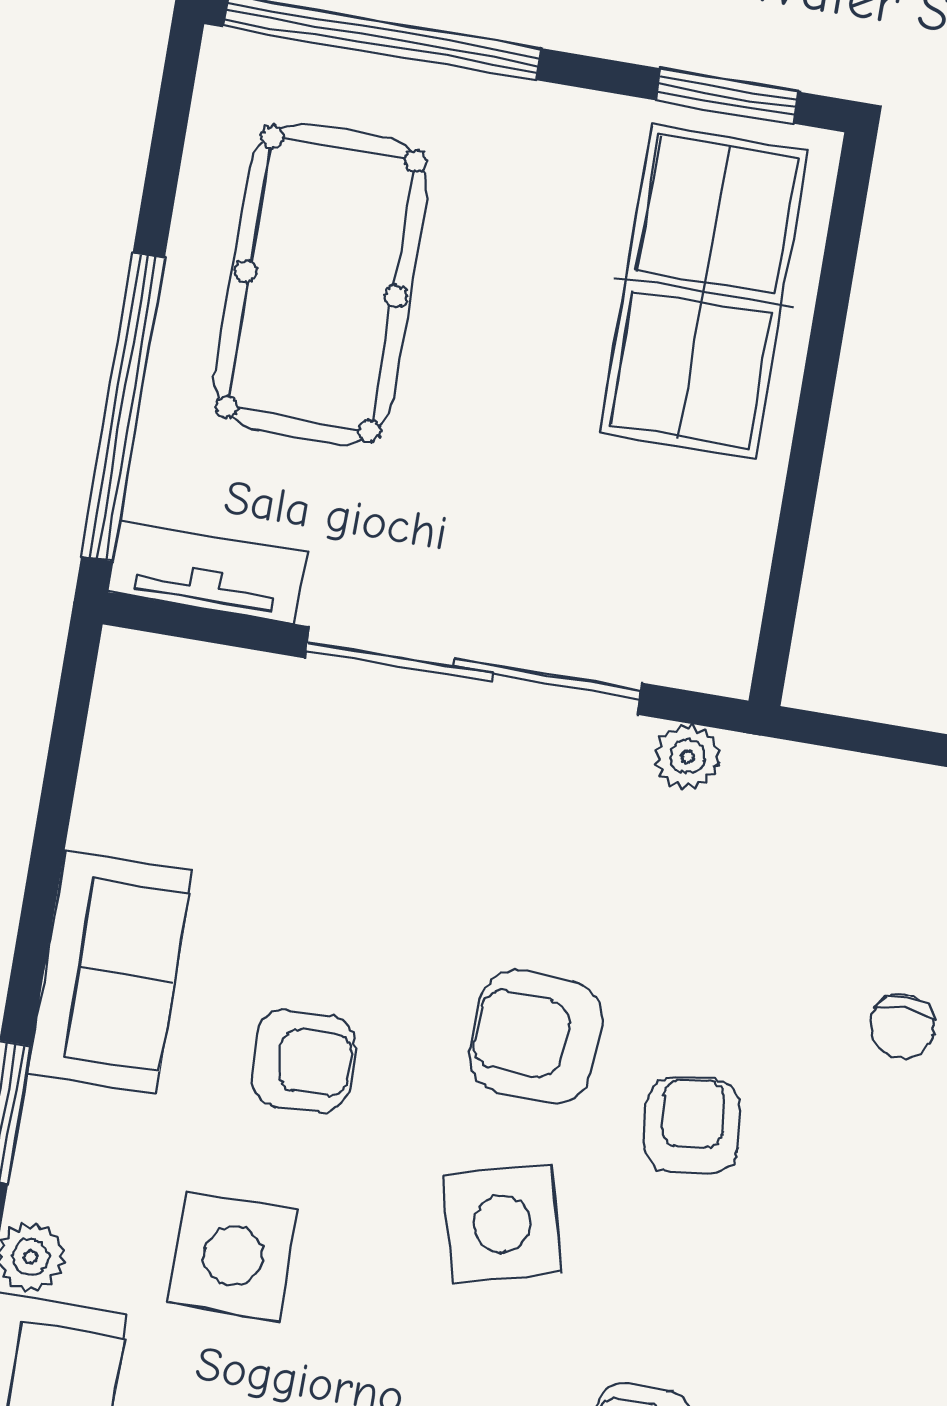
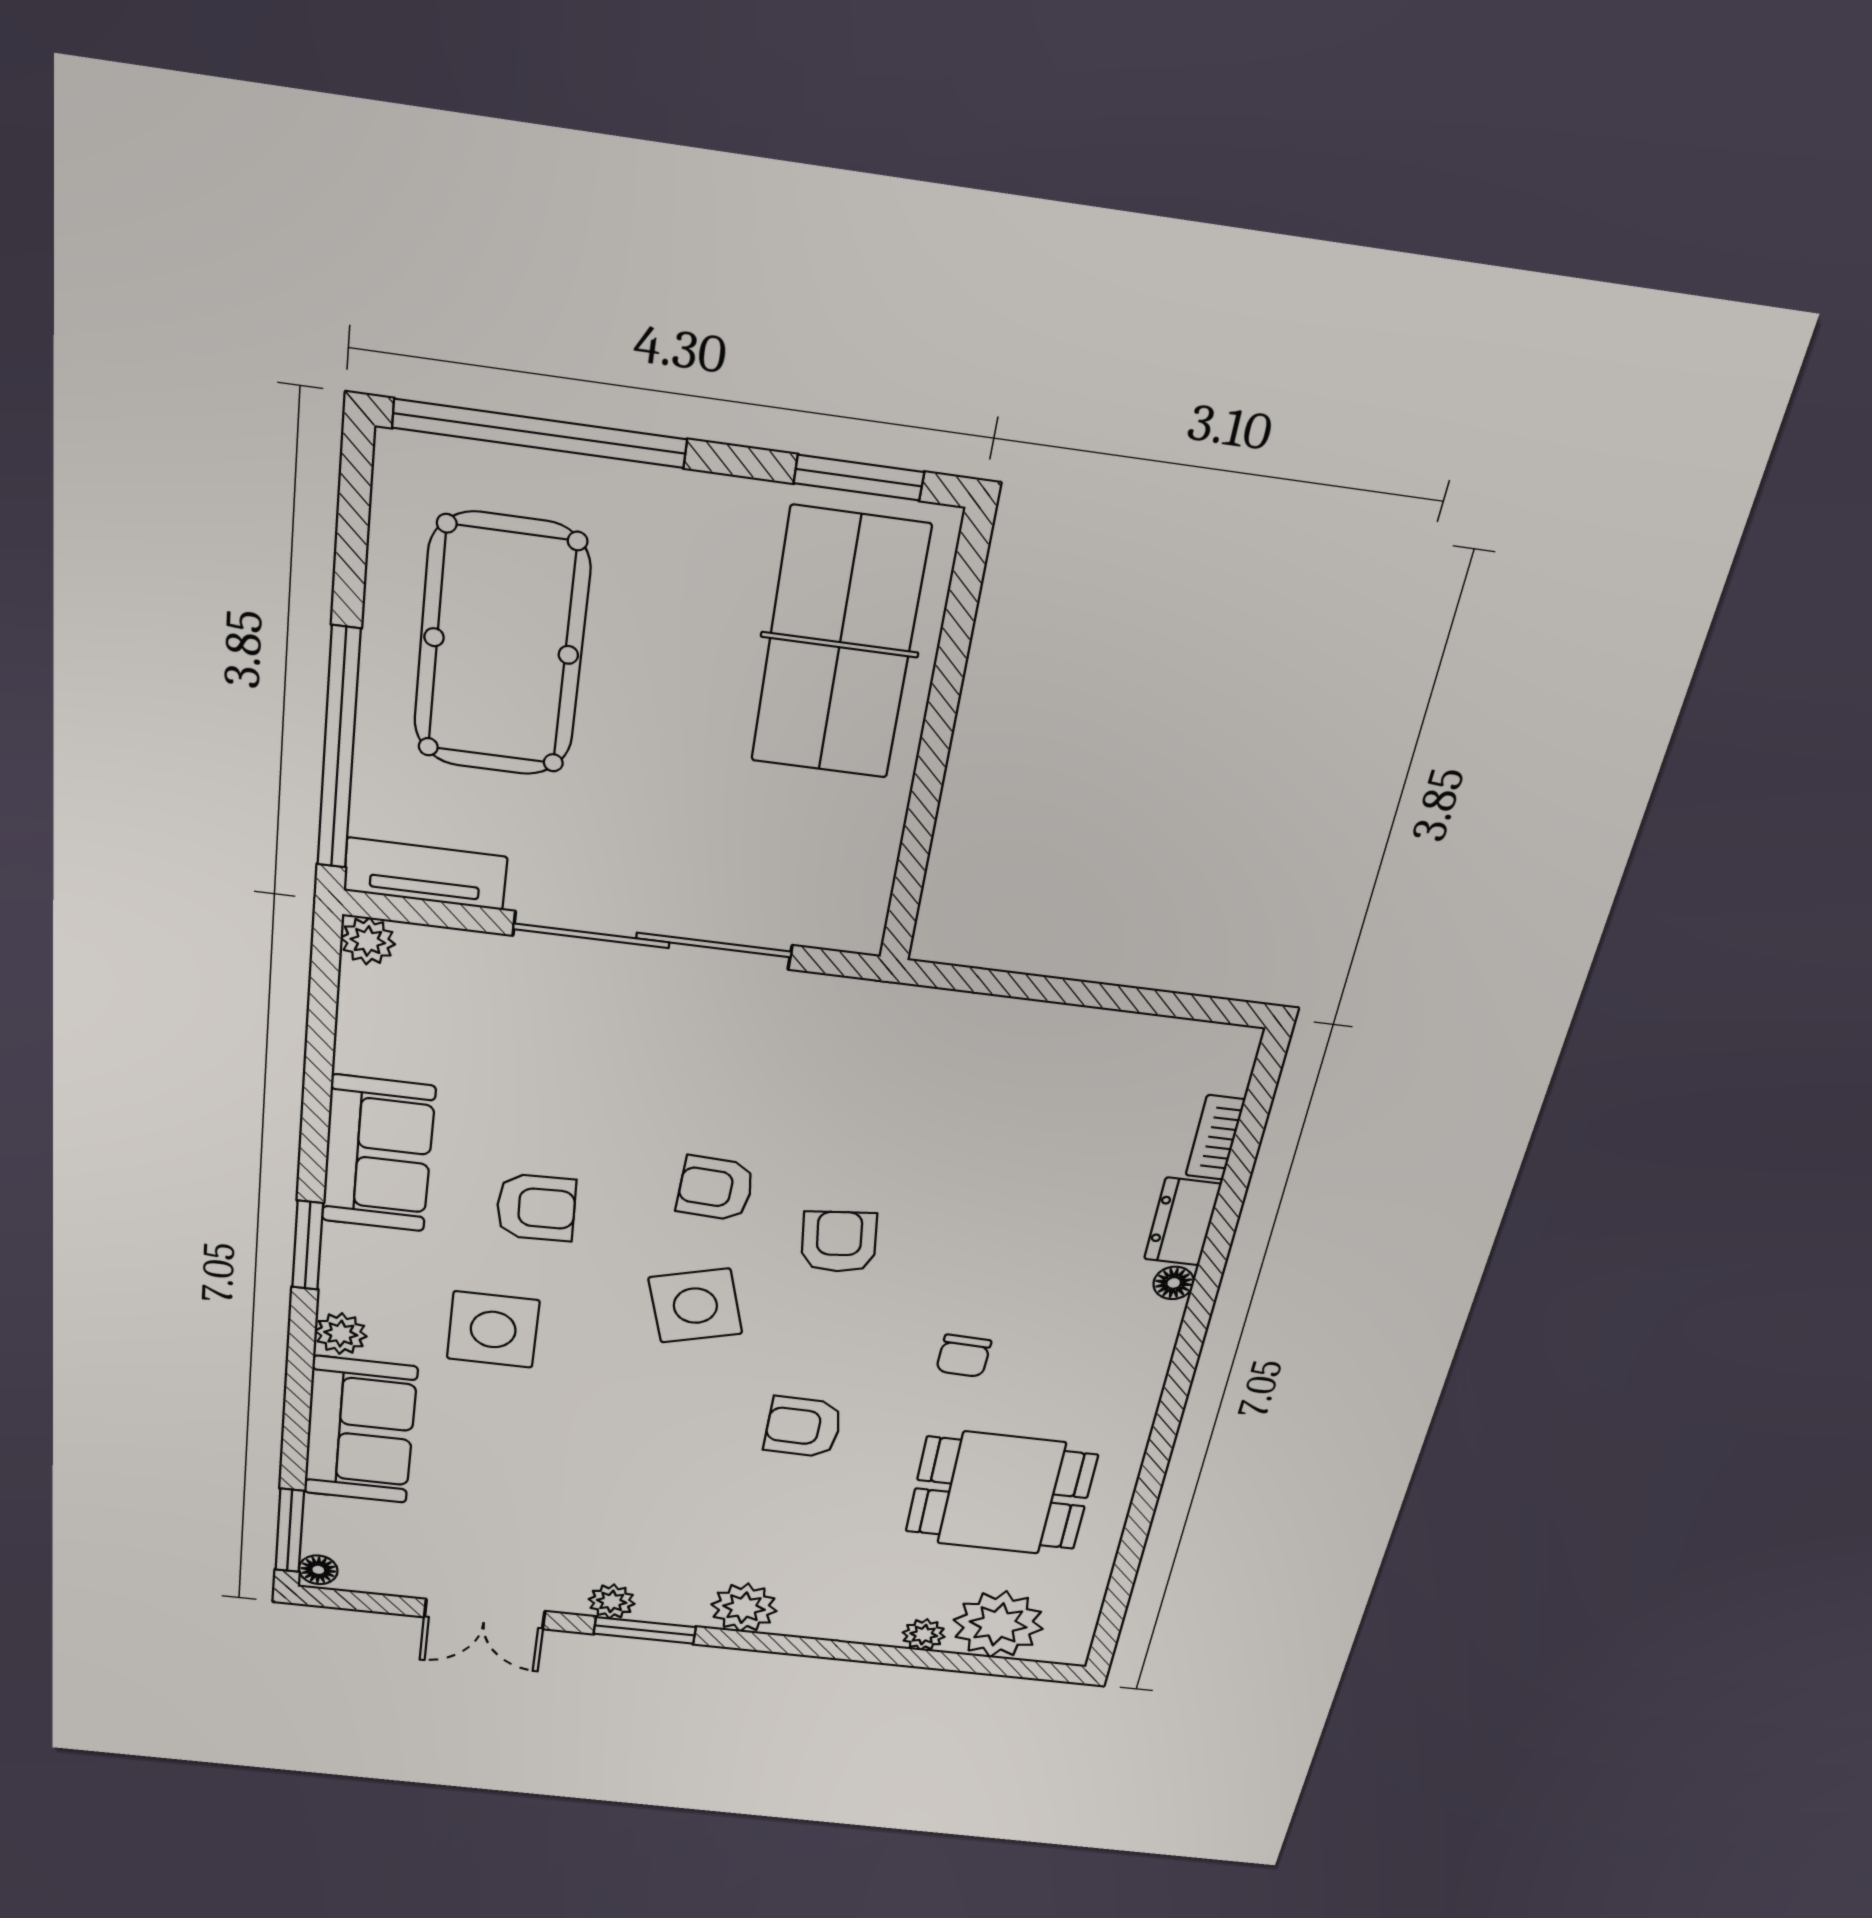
plant: (687, 757) -> (368, 941), moved
chair: (902, 1027) -> (964, 1356), moved
armchair: (535, 1037) -> (715, 1188), width x0.72, depth x0.72

